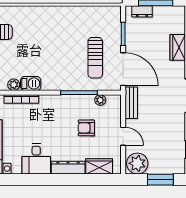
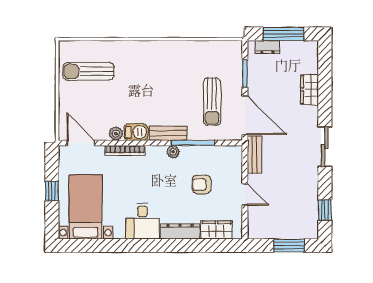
bench: (58, 84) -> (168, 133), added
plant: (100, 100) -> (173, 152), moved
plant: (137, 163) -> (262, 227), removed

